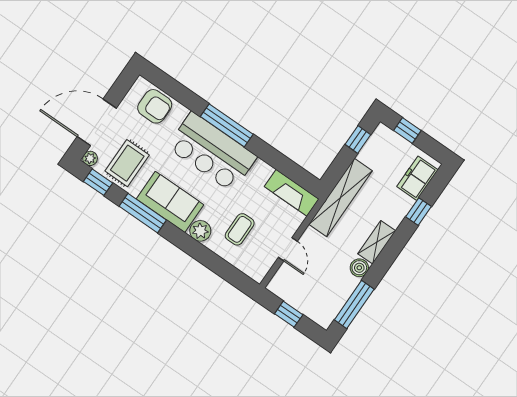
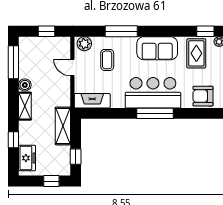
shelving: (340, 198) -> (63, 126), width x0.68
window: (143, 213) -> (121, 31), moved
plant: (200, 231) -> (84, 44), moved

